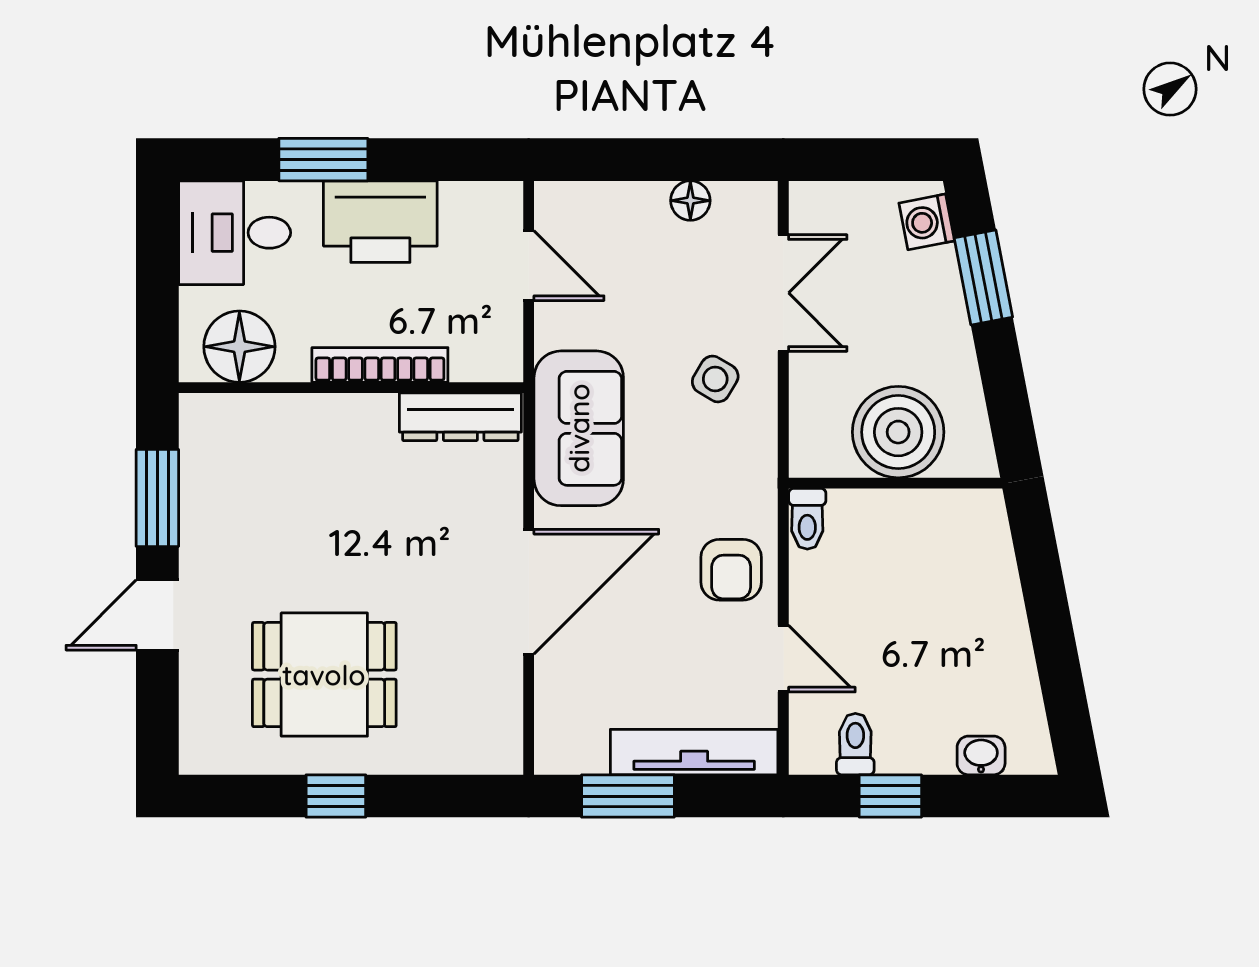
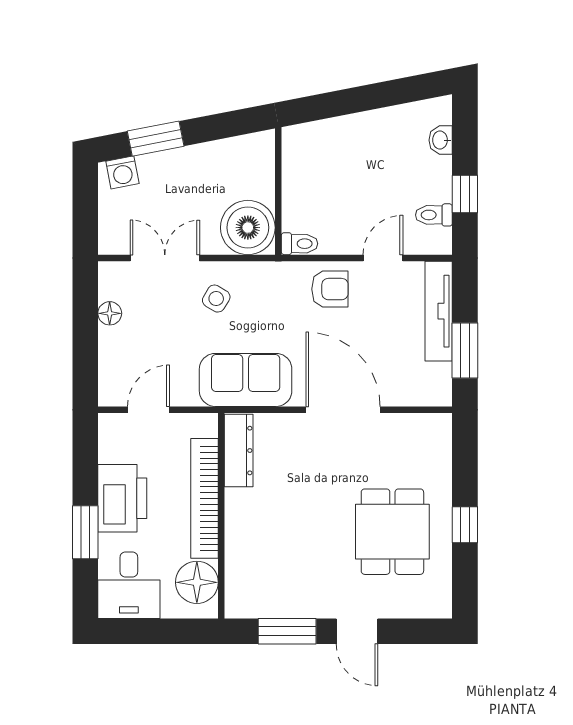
bookcase: (380, 365) -> (205, 498), width x1.48, depth x1.31
boiler: (898, 432) -> (248, 228), moved

